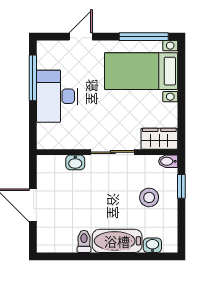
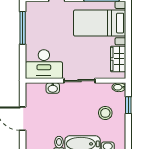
desk: (57, 96) -> (44, 64), moved, turned -90
wardrobe: (159, 139) -> (118, 59), moved, turned -90

